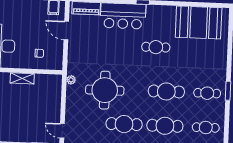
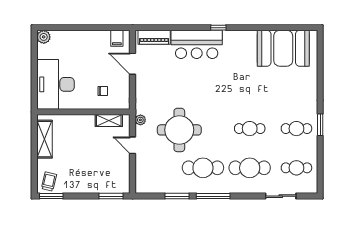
cafe table: (156, 47) -> (236, 78), removed
shelving: (22, 78) -> (109, 120), moved
cafe table: (166, 91) -> (250, 129), width x0.73, depth x0.74
door: (62, 131) -> (133, 145), moved

